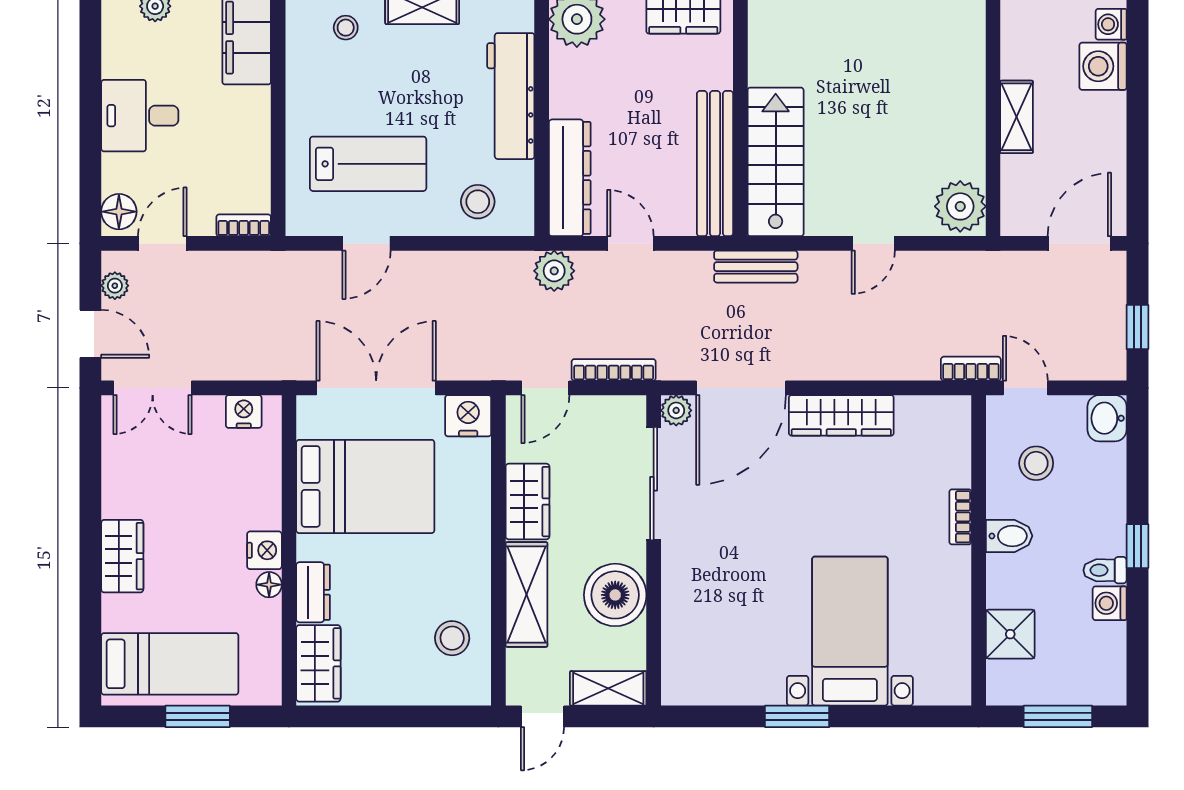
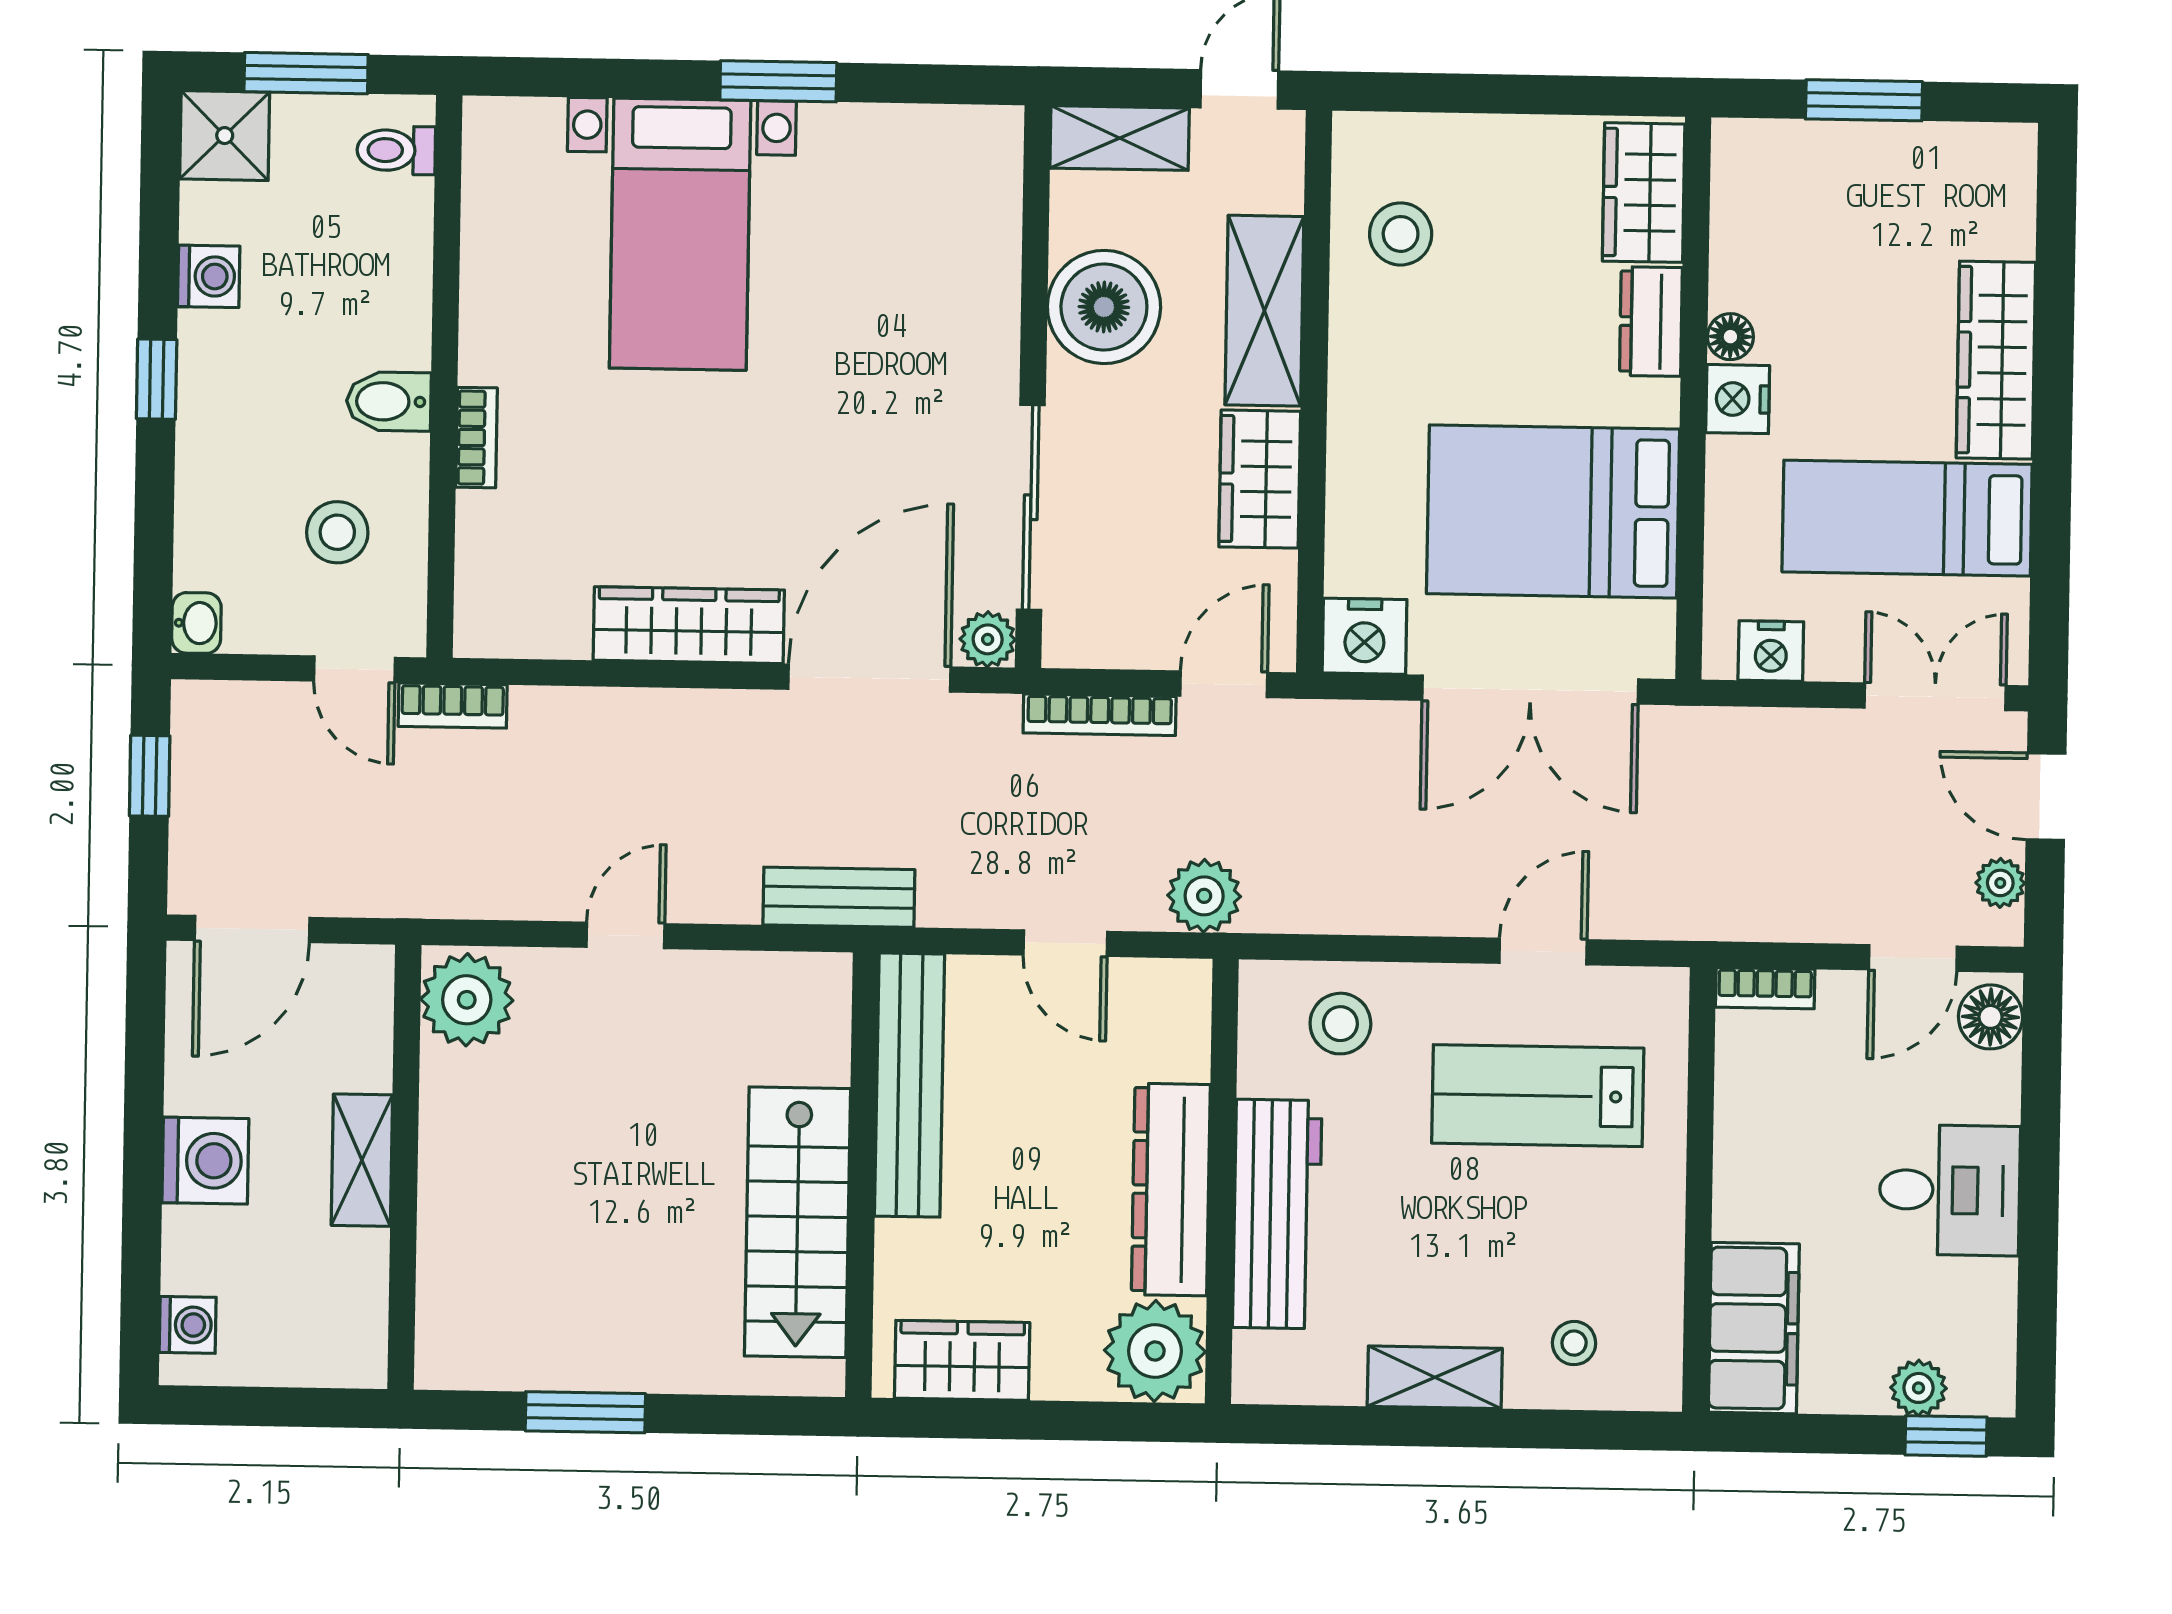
washing machine: (1103, 66) -> (205, 1161), moved
stairs: (776, 162) -> (797, 1222), moved
dresser: (570, 178) -> (1171, 1190), moved
washbasin: (1107, 418) -> (196, 623), width x0.72, depth x0.69
wardrobe: (122, 556) -> (1996, 360), width x1.50
toilet: (1105, 570) -> (396, 150), moved, turned 180
shower: (1010, 634) -> (225, 136), moved
bed: (170, 664) -> (1907, 518), moved

